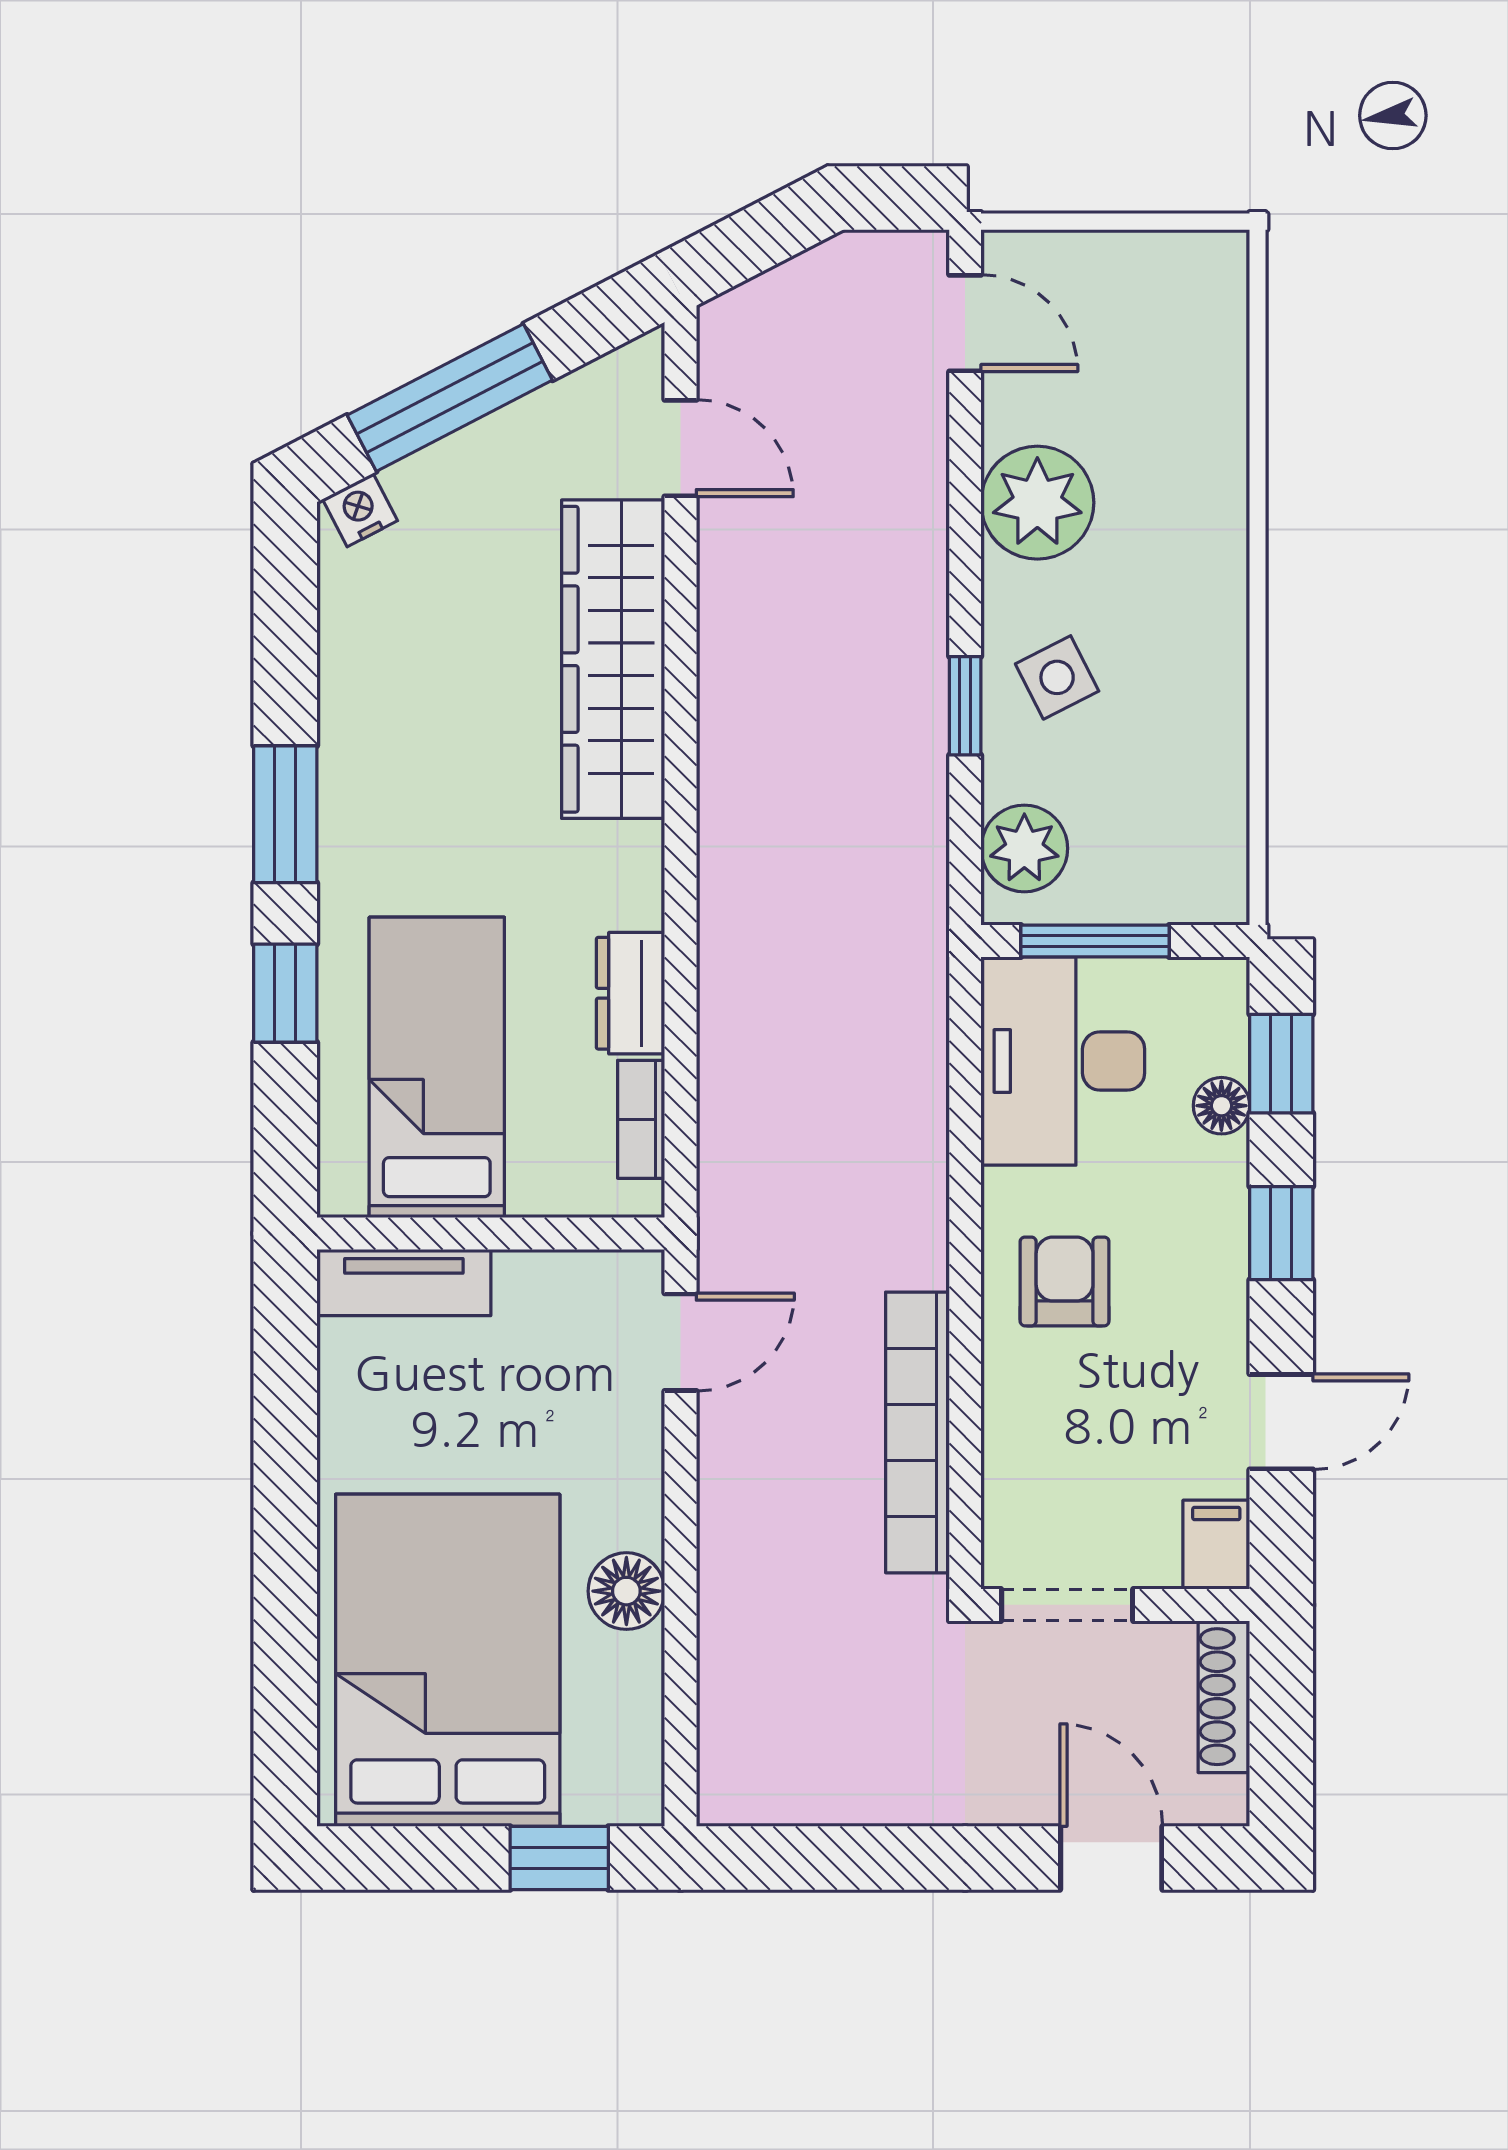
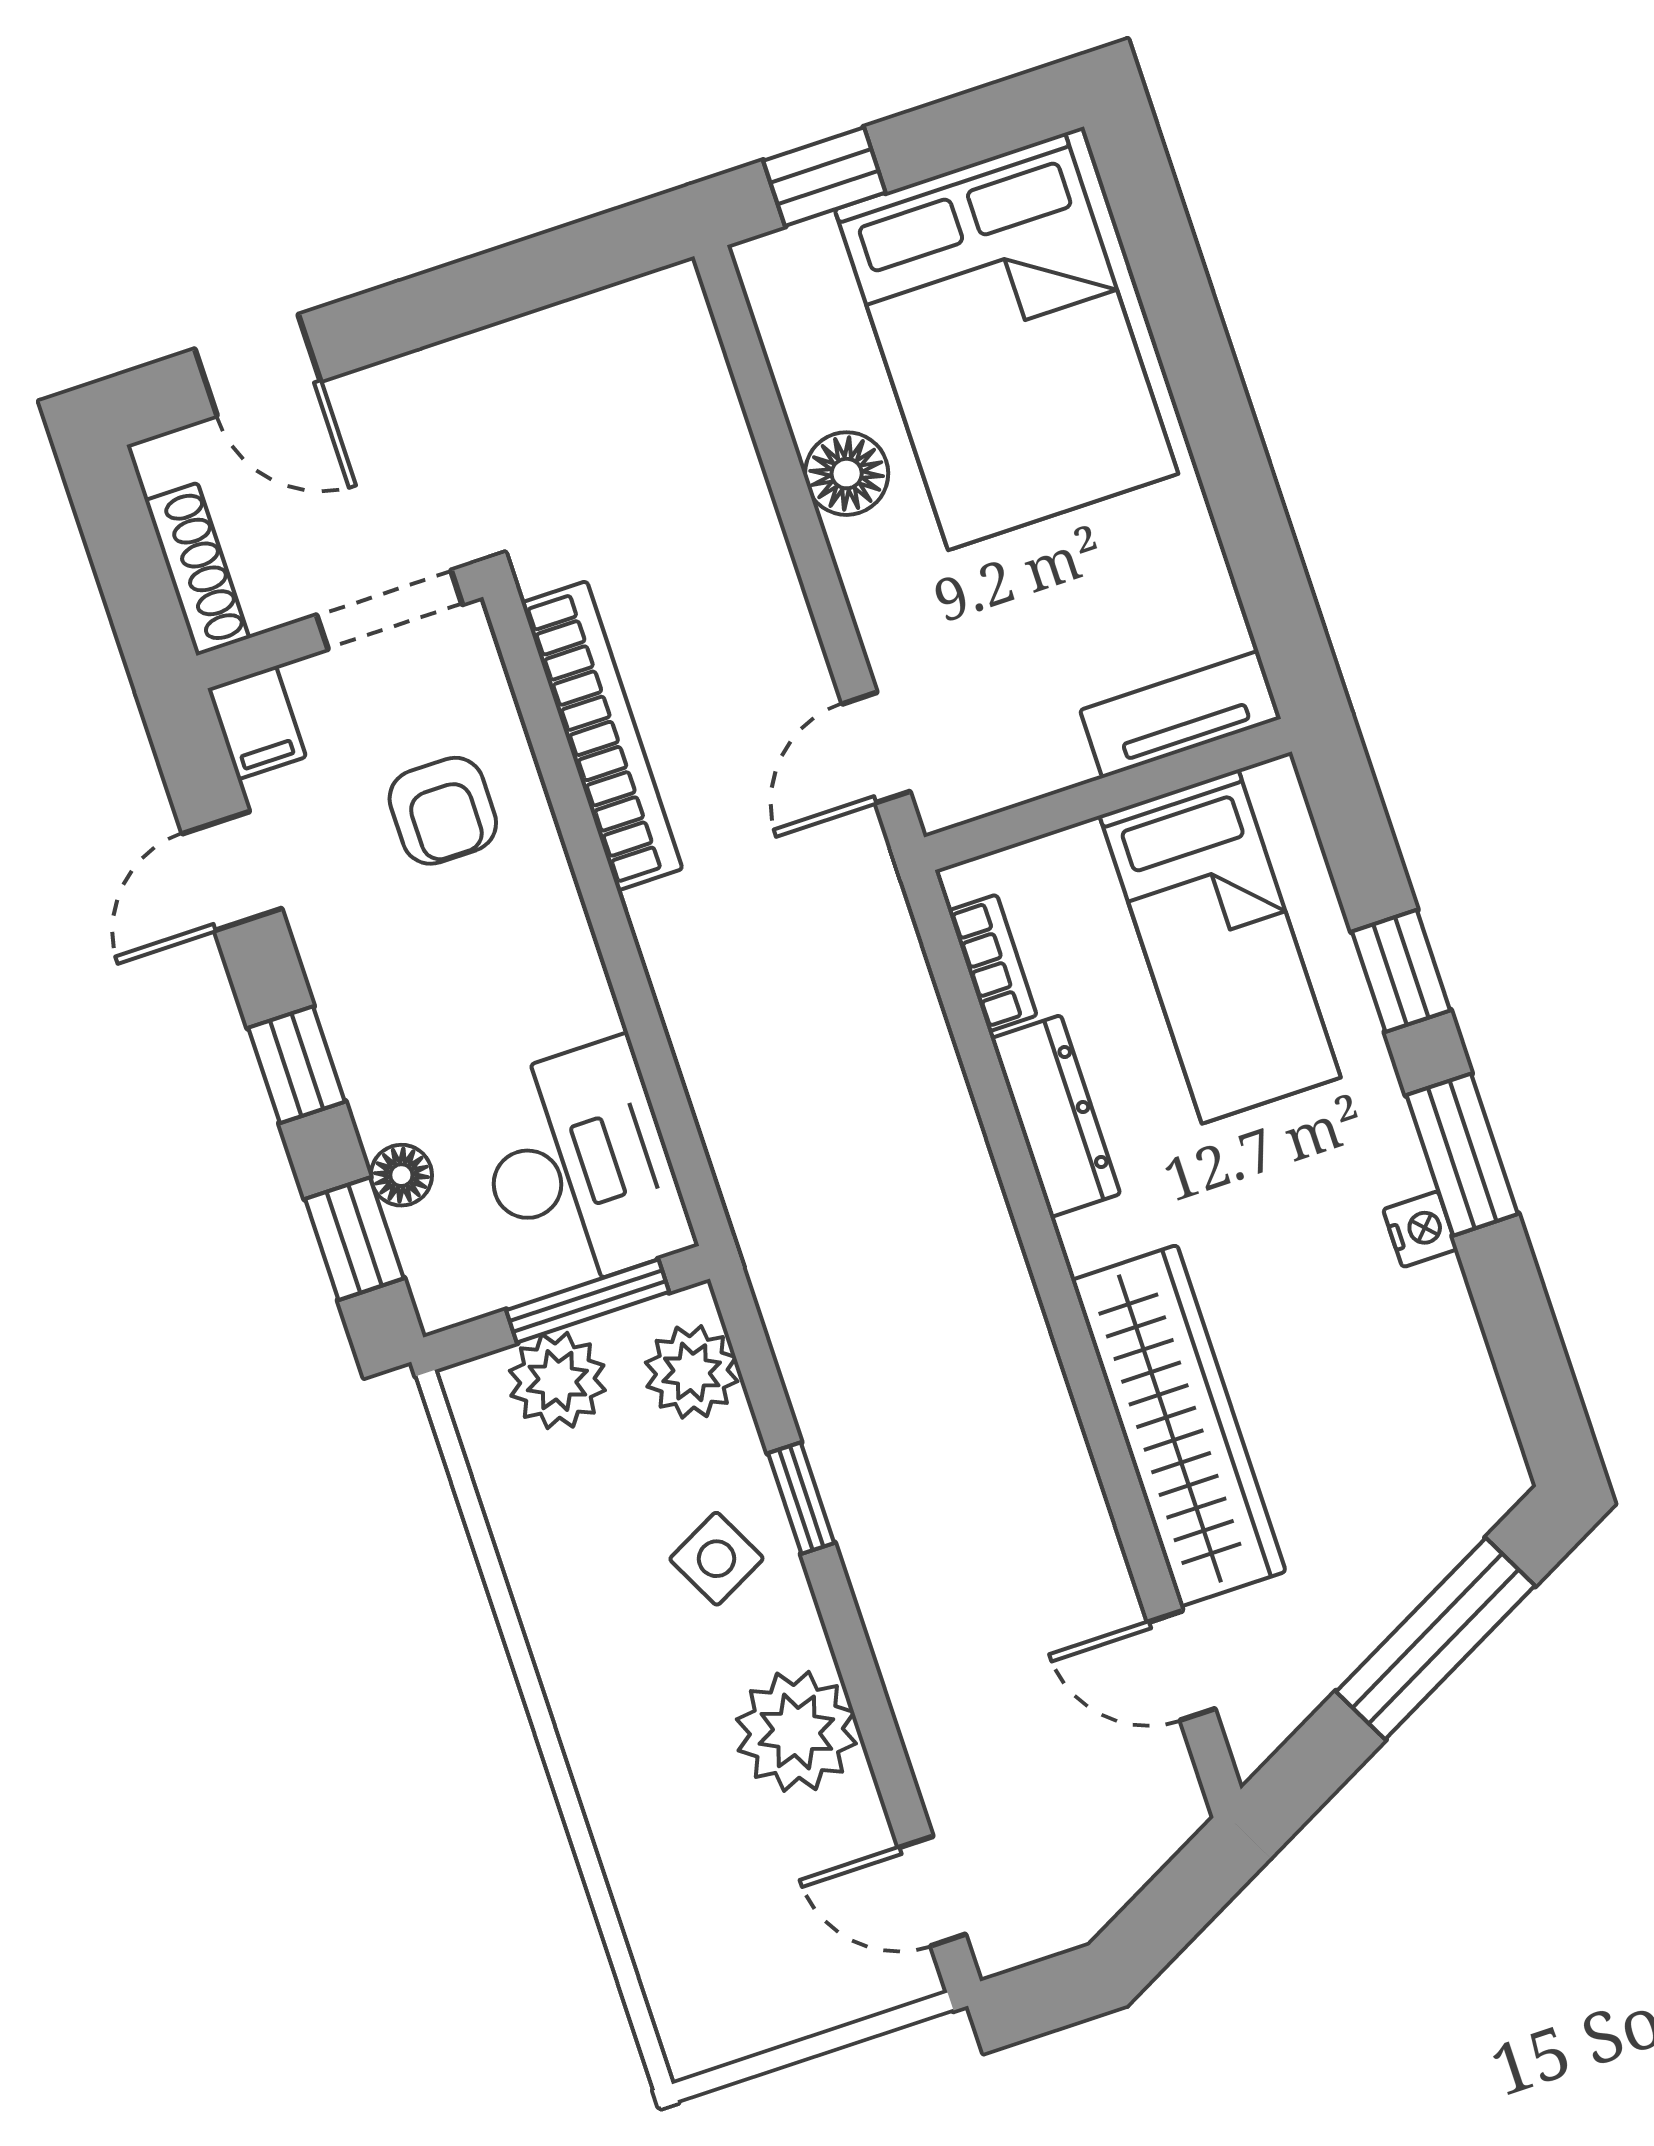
nightstand: (360, 510) -> (1420, 1229), moved, turned -63
plant: (1145, 880) -> (557, 1381), added
dresser: (631, 993) -> (1056, 1116), width x1.44
armchair: (1065, 1281) -> (443, 811), moved

